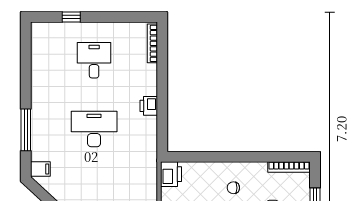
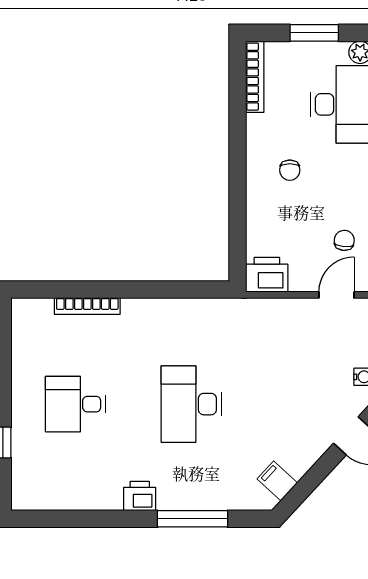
bookcase: (152, 43) -> (87, 306), moved
printer: (149, 106) -> (140, 496), moved, turned 180
filing cabinet: (40, 169) -> (277, 481), moved, turned -47

